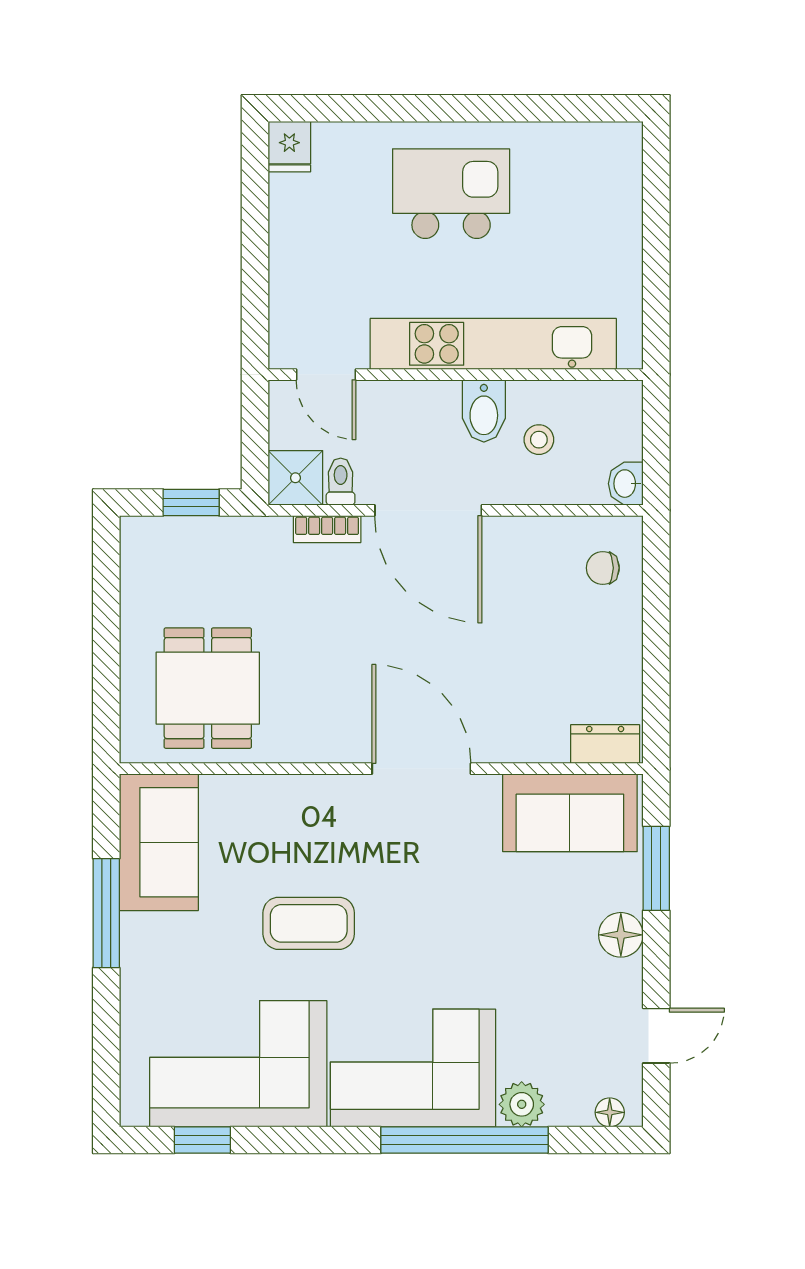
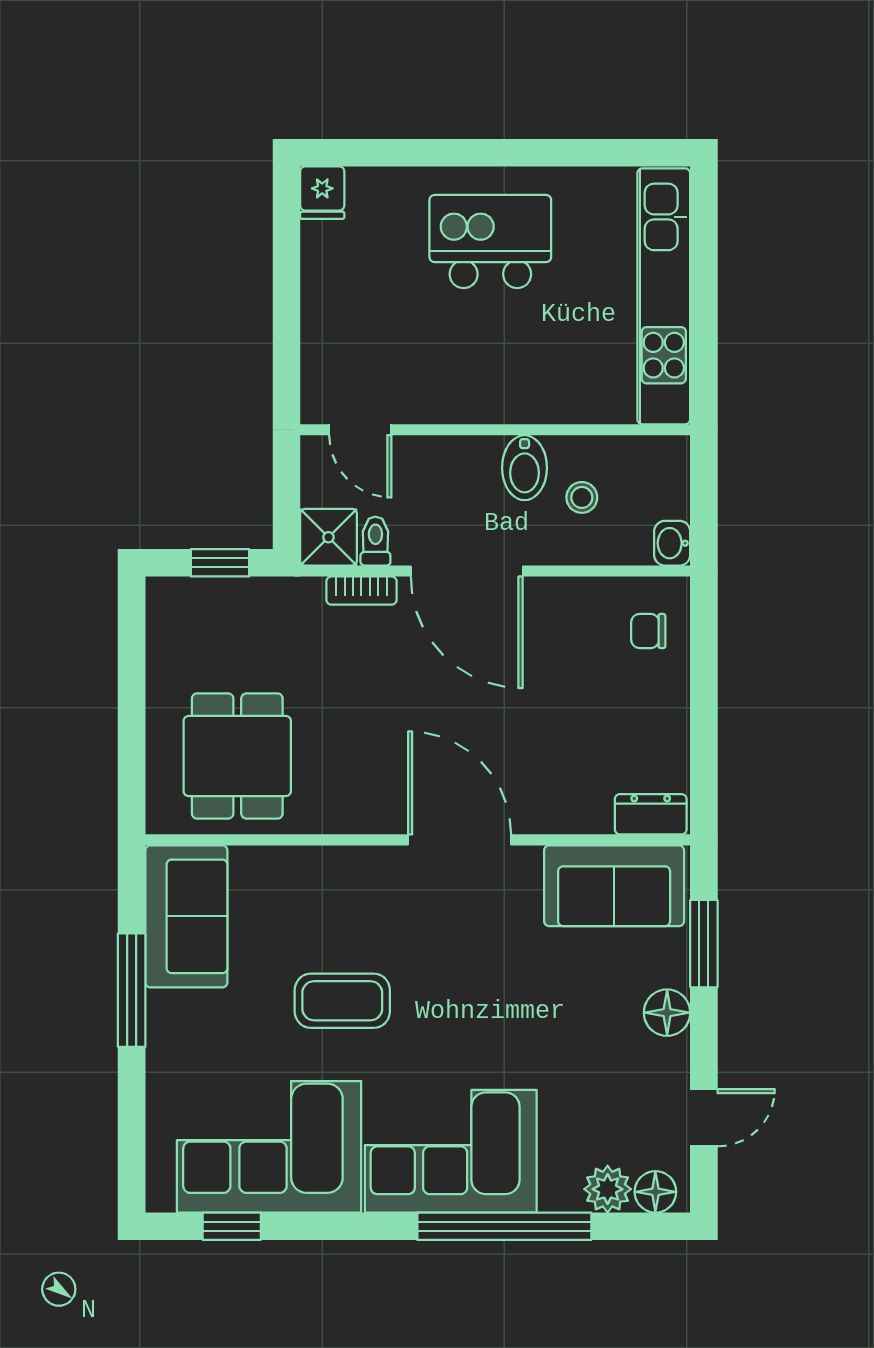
kitchen unit: (493, 344) -> (664, 296), moved, turned -90
plant: (522, 1104) -> (608, 1189), moved
floor lamp: (610, 1112) -> (655, 1192), width x1.37, depth x1.37

